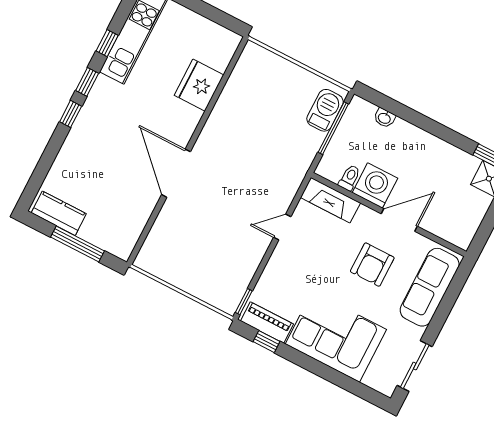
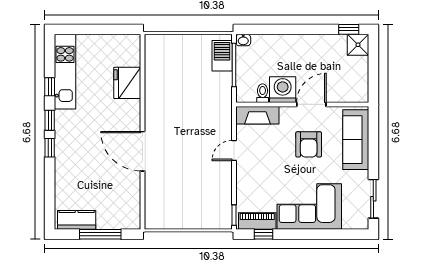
washbasin: (384, 118) -> (243, 40), moved

